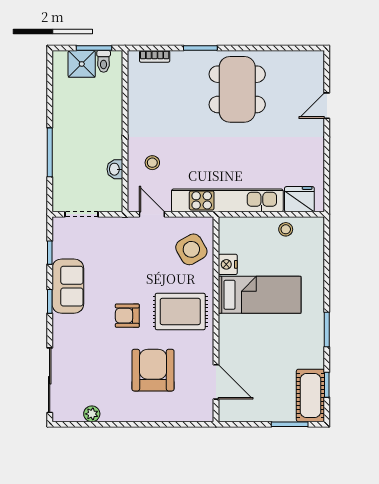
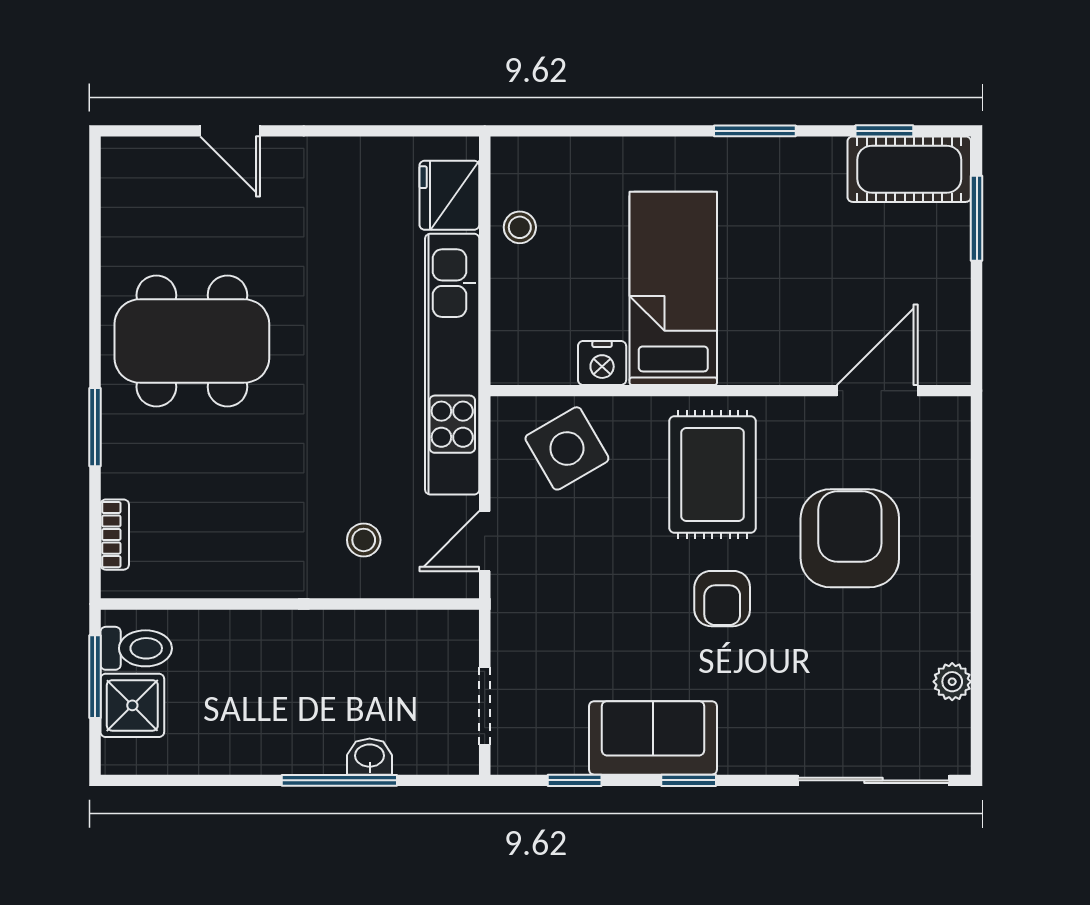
toilet: (104, 61) -> (136, 648), width x1.37, depth x1.39
washbasin: (115, 169) -> (370, 757), moved, turned 180
armchair: (153, 370) -> (850, 538), turned 90

